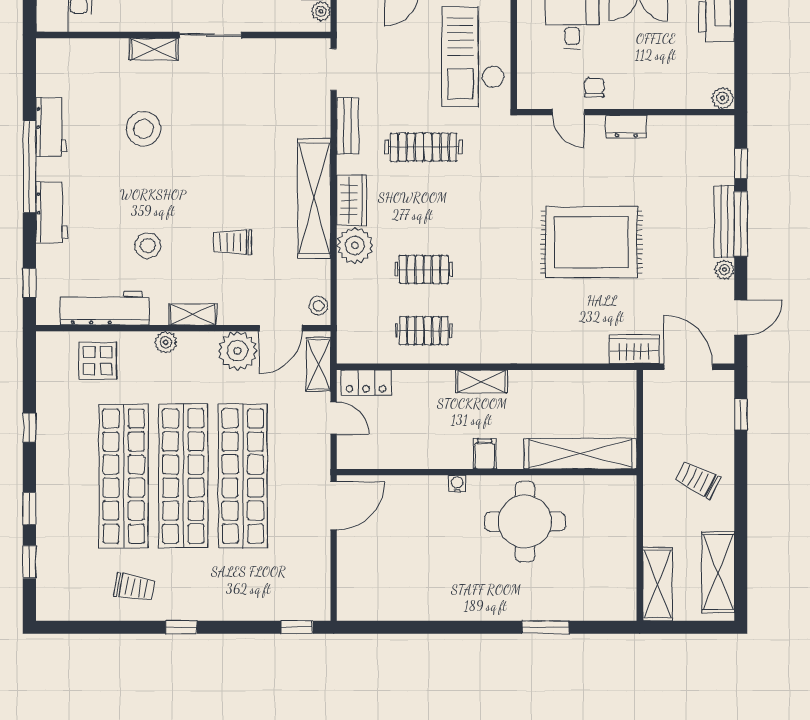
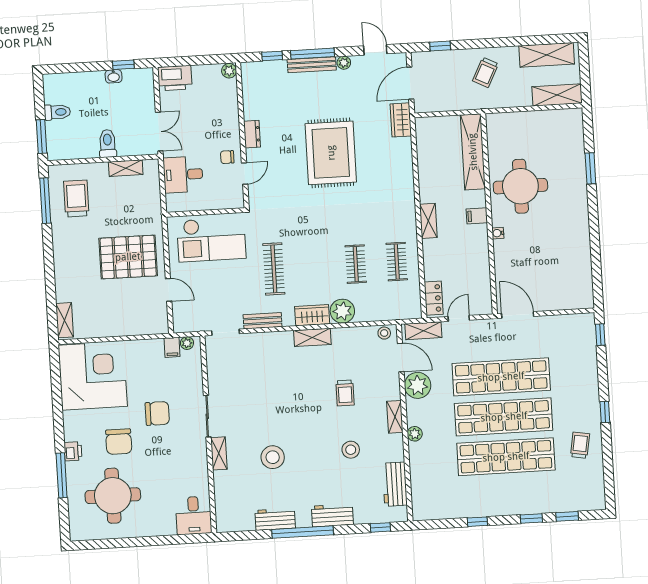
shelving: (314, 198) -> (312, 337), width x0.45, depth x0.75
workbench: (105, 308) -> (395, 484), width x0.73
display table: (98, 361) -> (430, 479), removed

